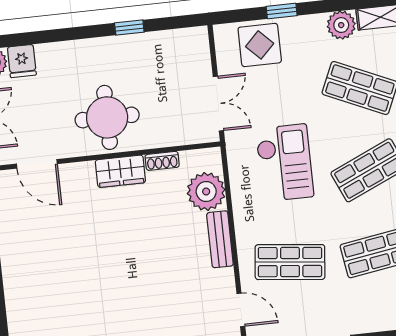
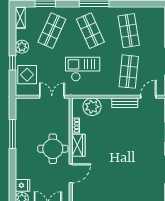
plant: (341, 25) -> (22, 47), moved
window: (129, 28) -> (12, 134), width x2.17
door: (37, 164) -> (71, 173), moved
bench: (220, 239) -> (125, 103), moved

